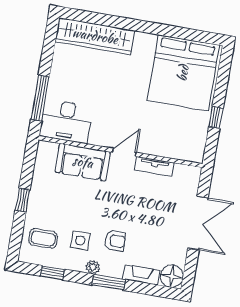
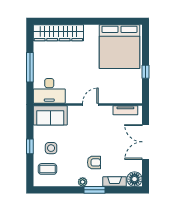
window: (40, 98) -> (30, 67), moved
sofa: (83, 162) -> (50, 115), moved
tv unit: (154, 166) -> (125, 110), moved
double door: (198, 223) -> (146, 142), swing flipped
side table: (80, 240) -> (51, 148), moved
window: (52, 273) -> (57, 190), removed

